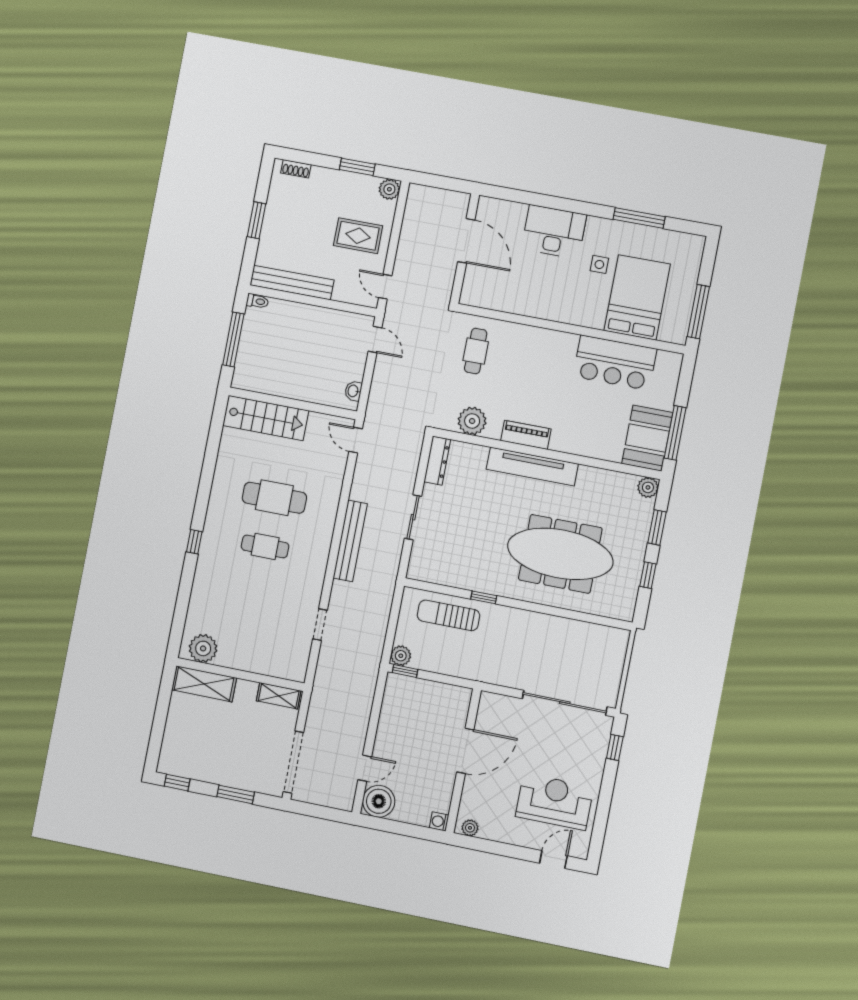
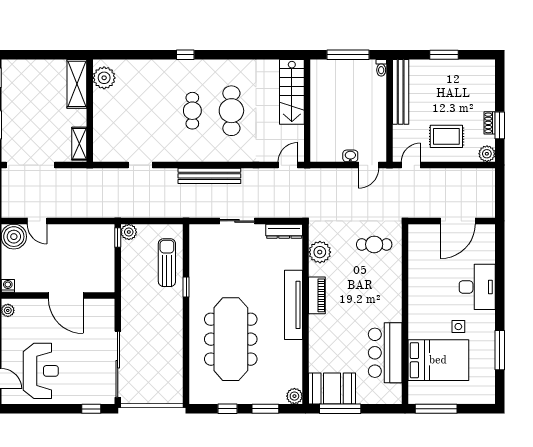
shoe rack: (296, 169) -> (490, 123), moved
rug: (358, 236) -> (446, 136), turned 90
washbasin: (353, 391) -> (350, 156), moved

